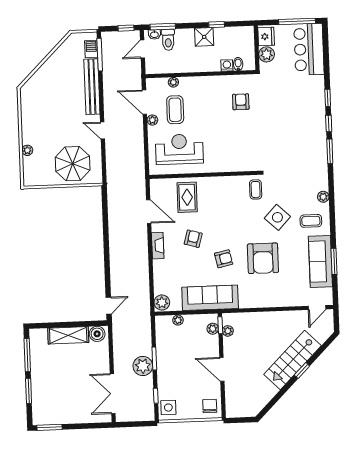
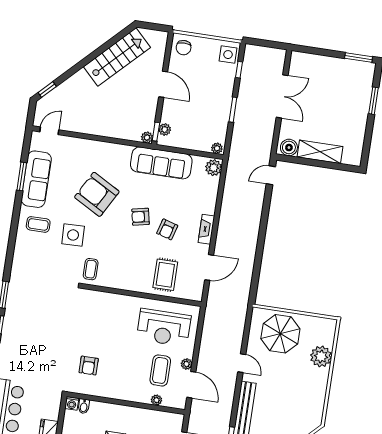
plant: (267, 54) -> (52, 411), removed
washing machine: (227, 65) -> (72, 403), moved
plant: (27, 150) -> (321, 356), width x1.87, depth x1.87
plant: (323, 197) -> (20, 248), removed
door: (149, 211) -> (209, 267), swing flipped
side table: (277, 217) -> (73, 235), turned 45
armchair: (263, 258) -> (97, 194), turned -61
armchair: (224, 259) -> (141, 217), moved
plant: (178, 320) -> (217, 148), moved
plant: (228, 331) -> (147, 137), moved
window: (27, 355) -> (368, 139), removed
stairs: (293, 360) -> (117, 57), moved
plant: (143, 366) -> (247, 104), removed
window: (302, 371) -> (47, 90), moved
double door: (113, 394) -> (282, 96), moved

